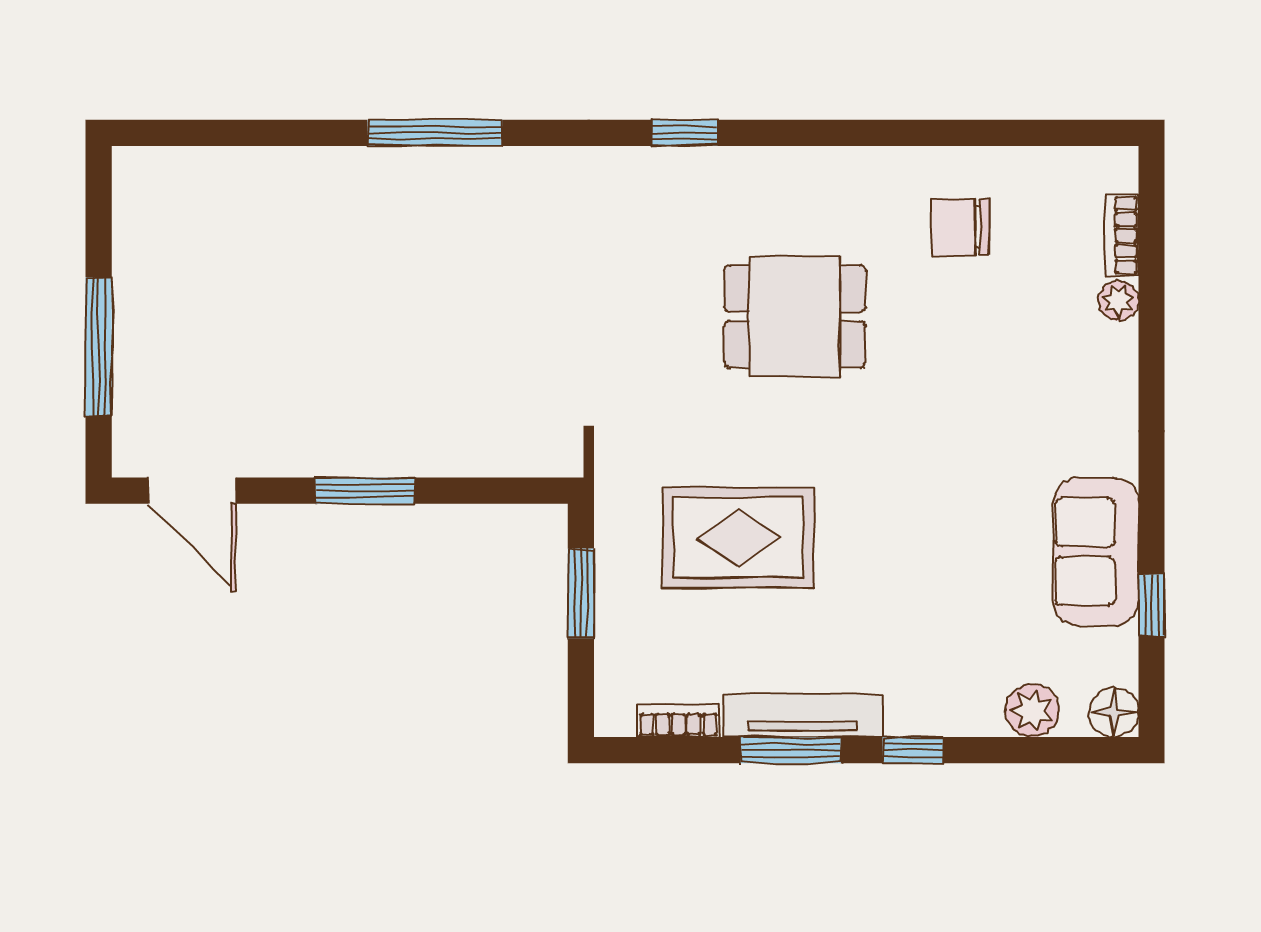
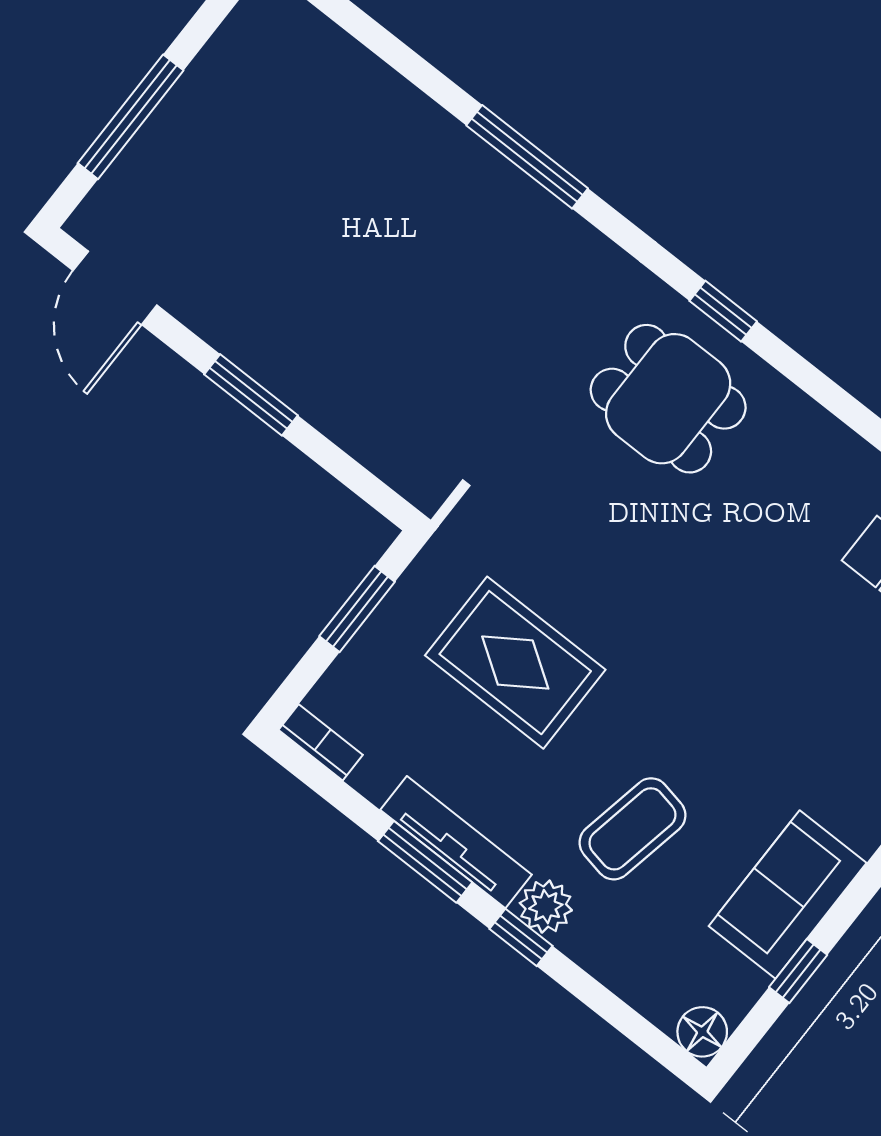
dining table: (795, 316) -> (668, 399), moved
coffee table: (933, 596) -> (632, 829), added
plant: (1032, 711) -> (546, 907), moved
bookcase: (678, 721) -> (321, 742), moved

